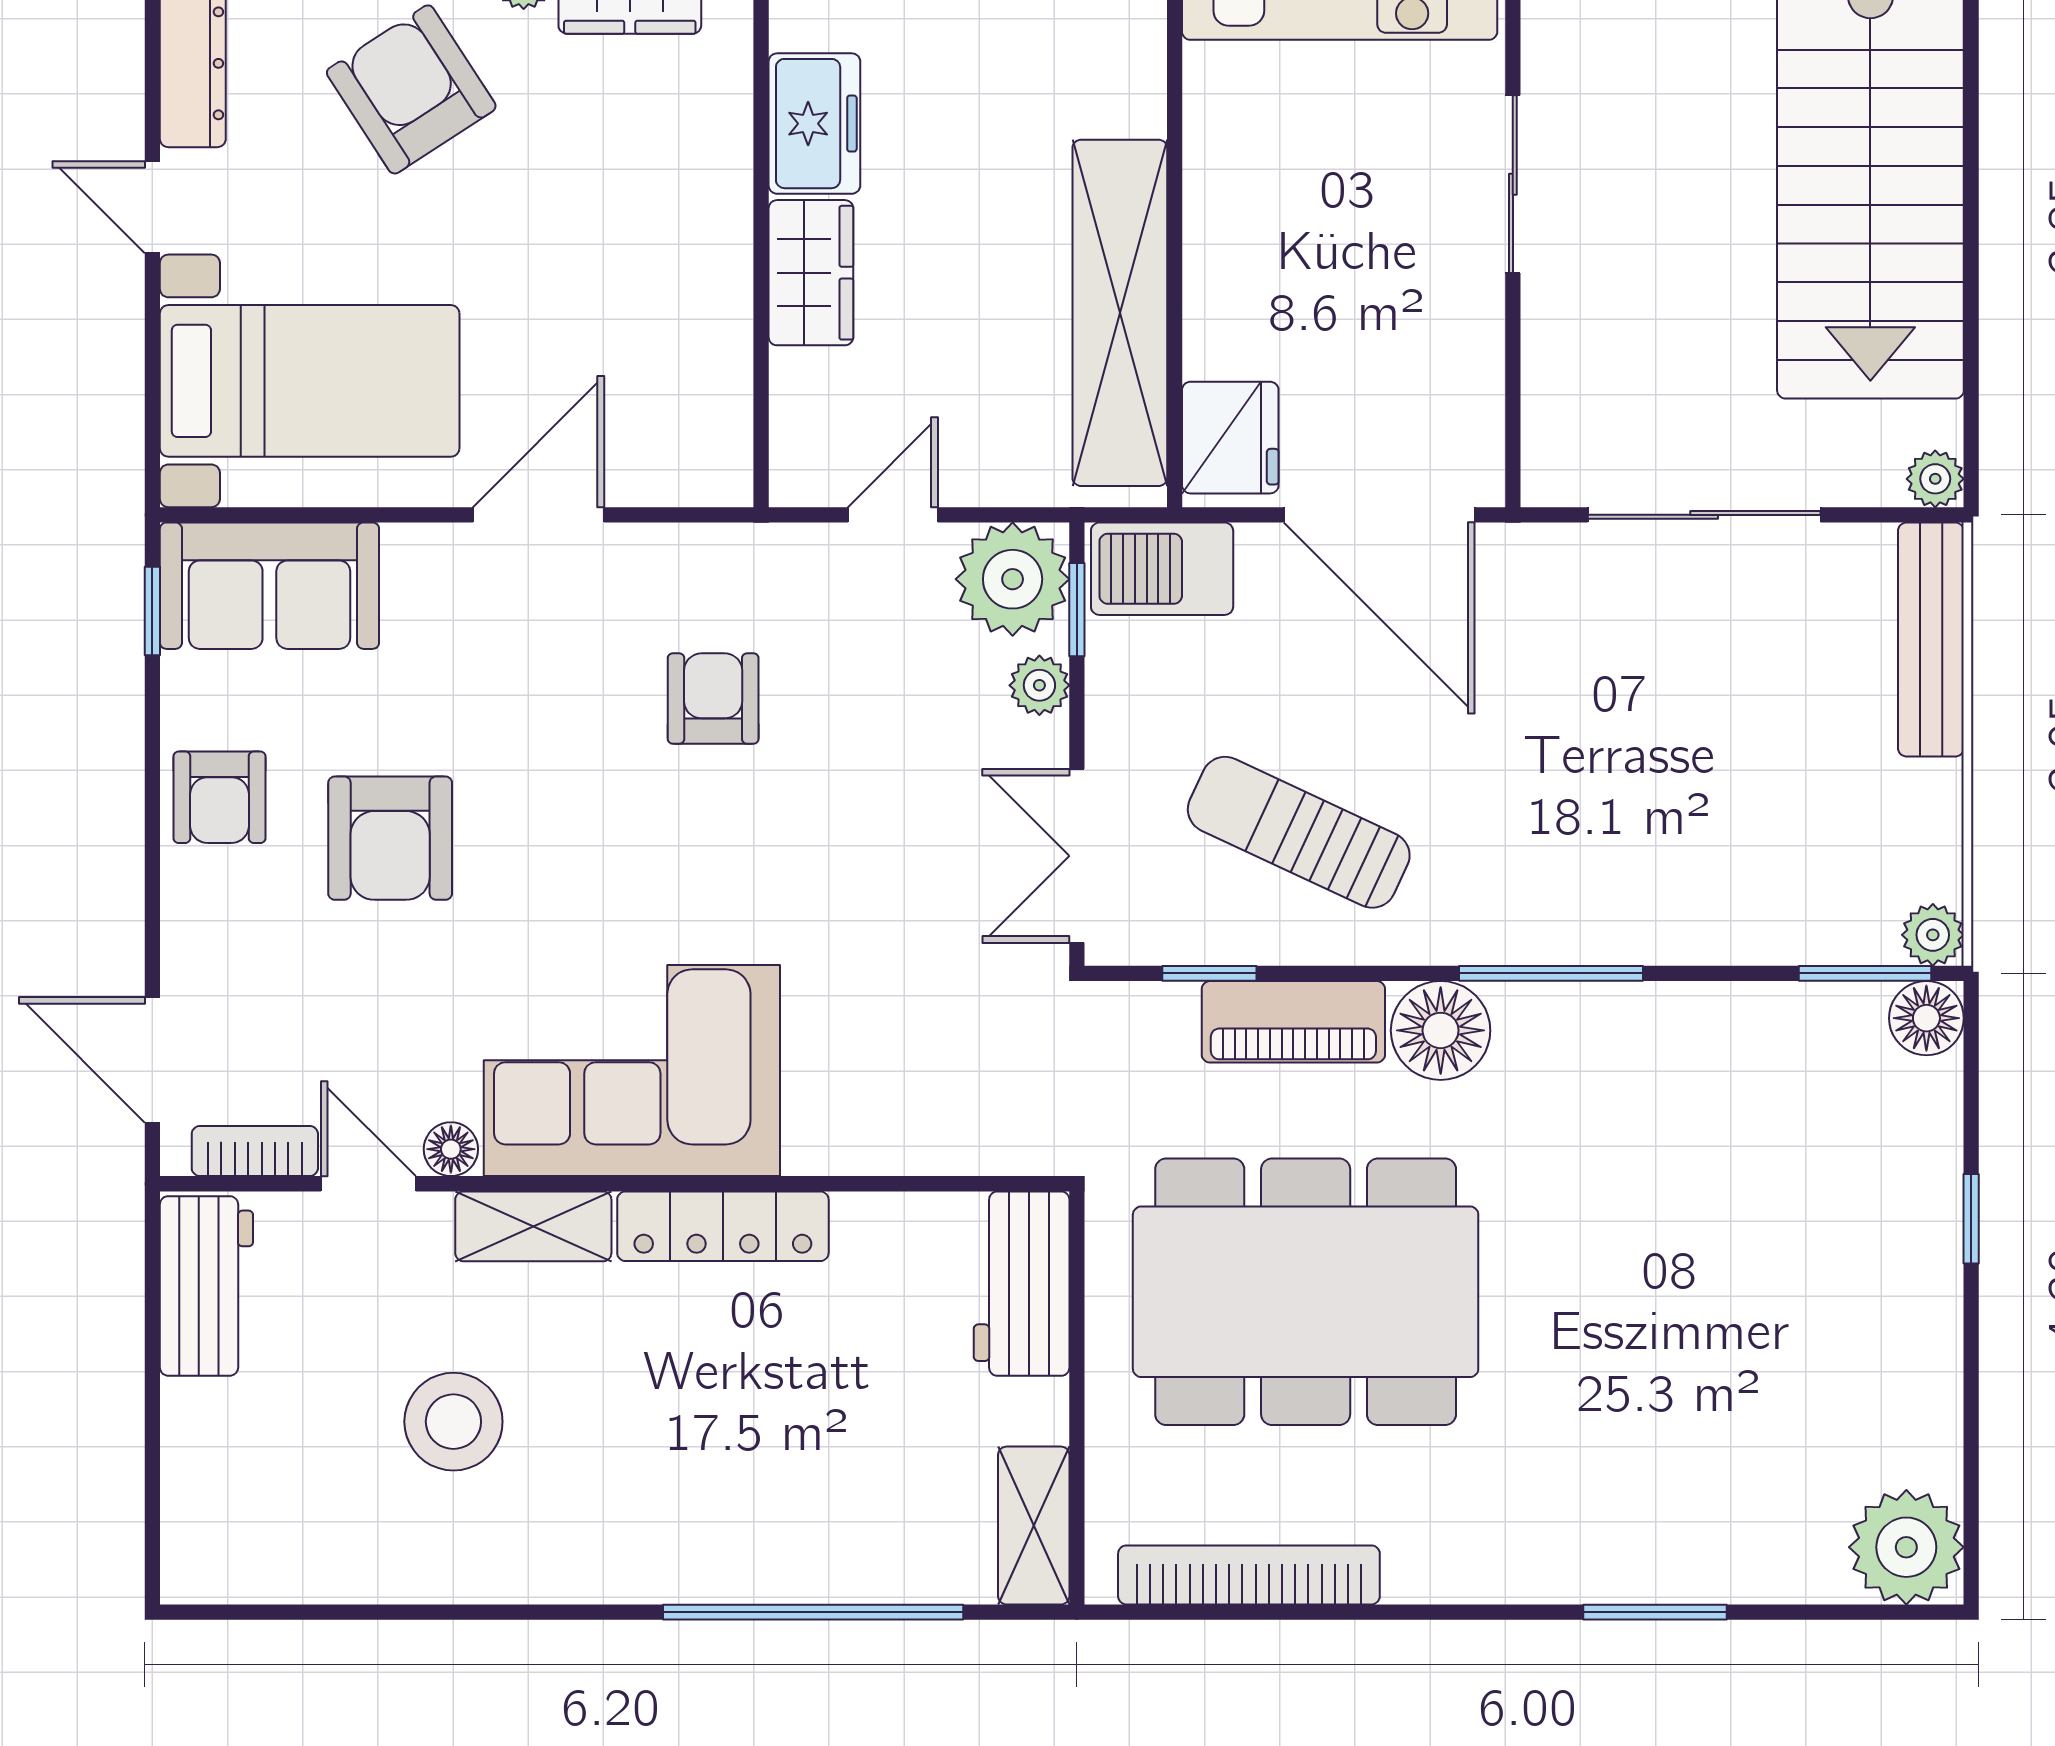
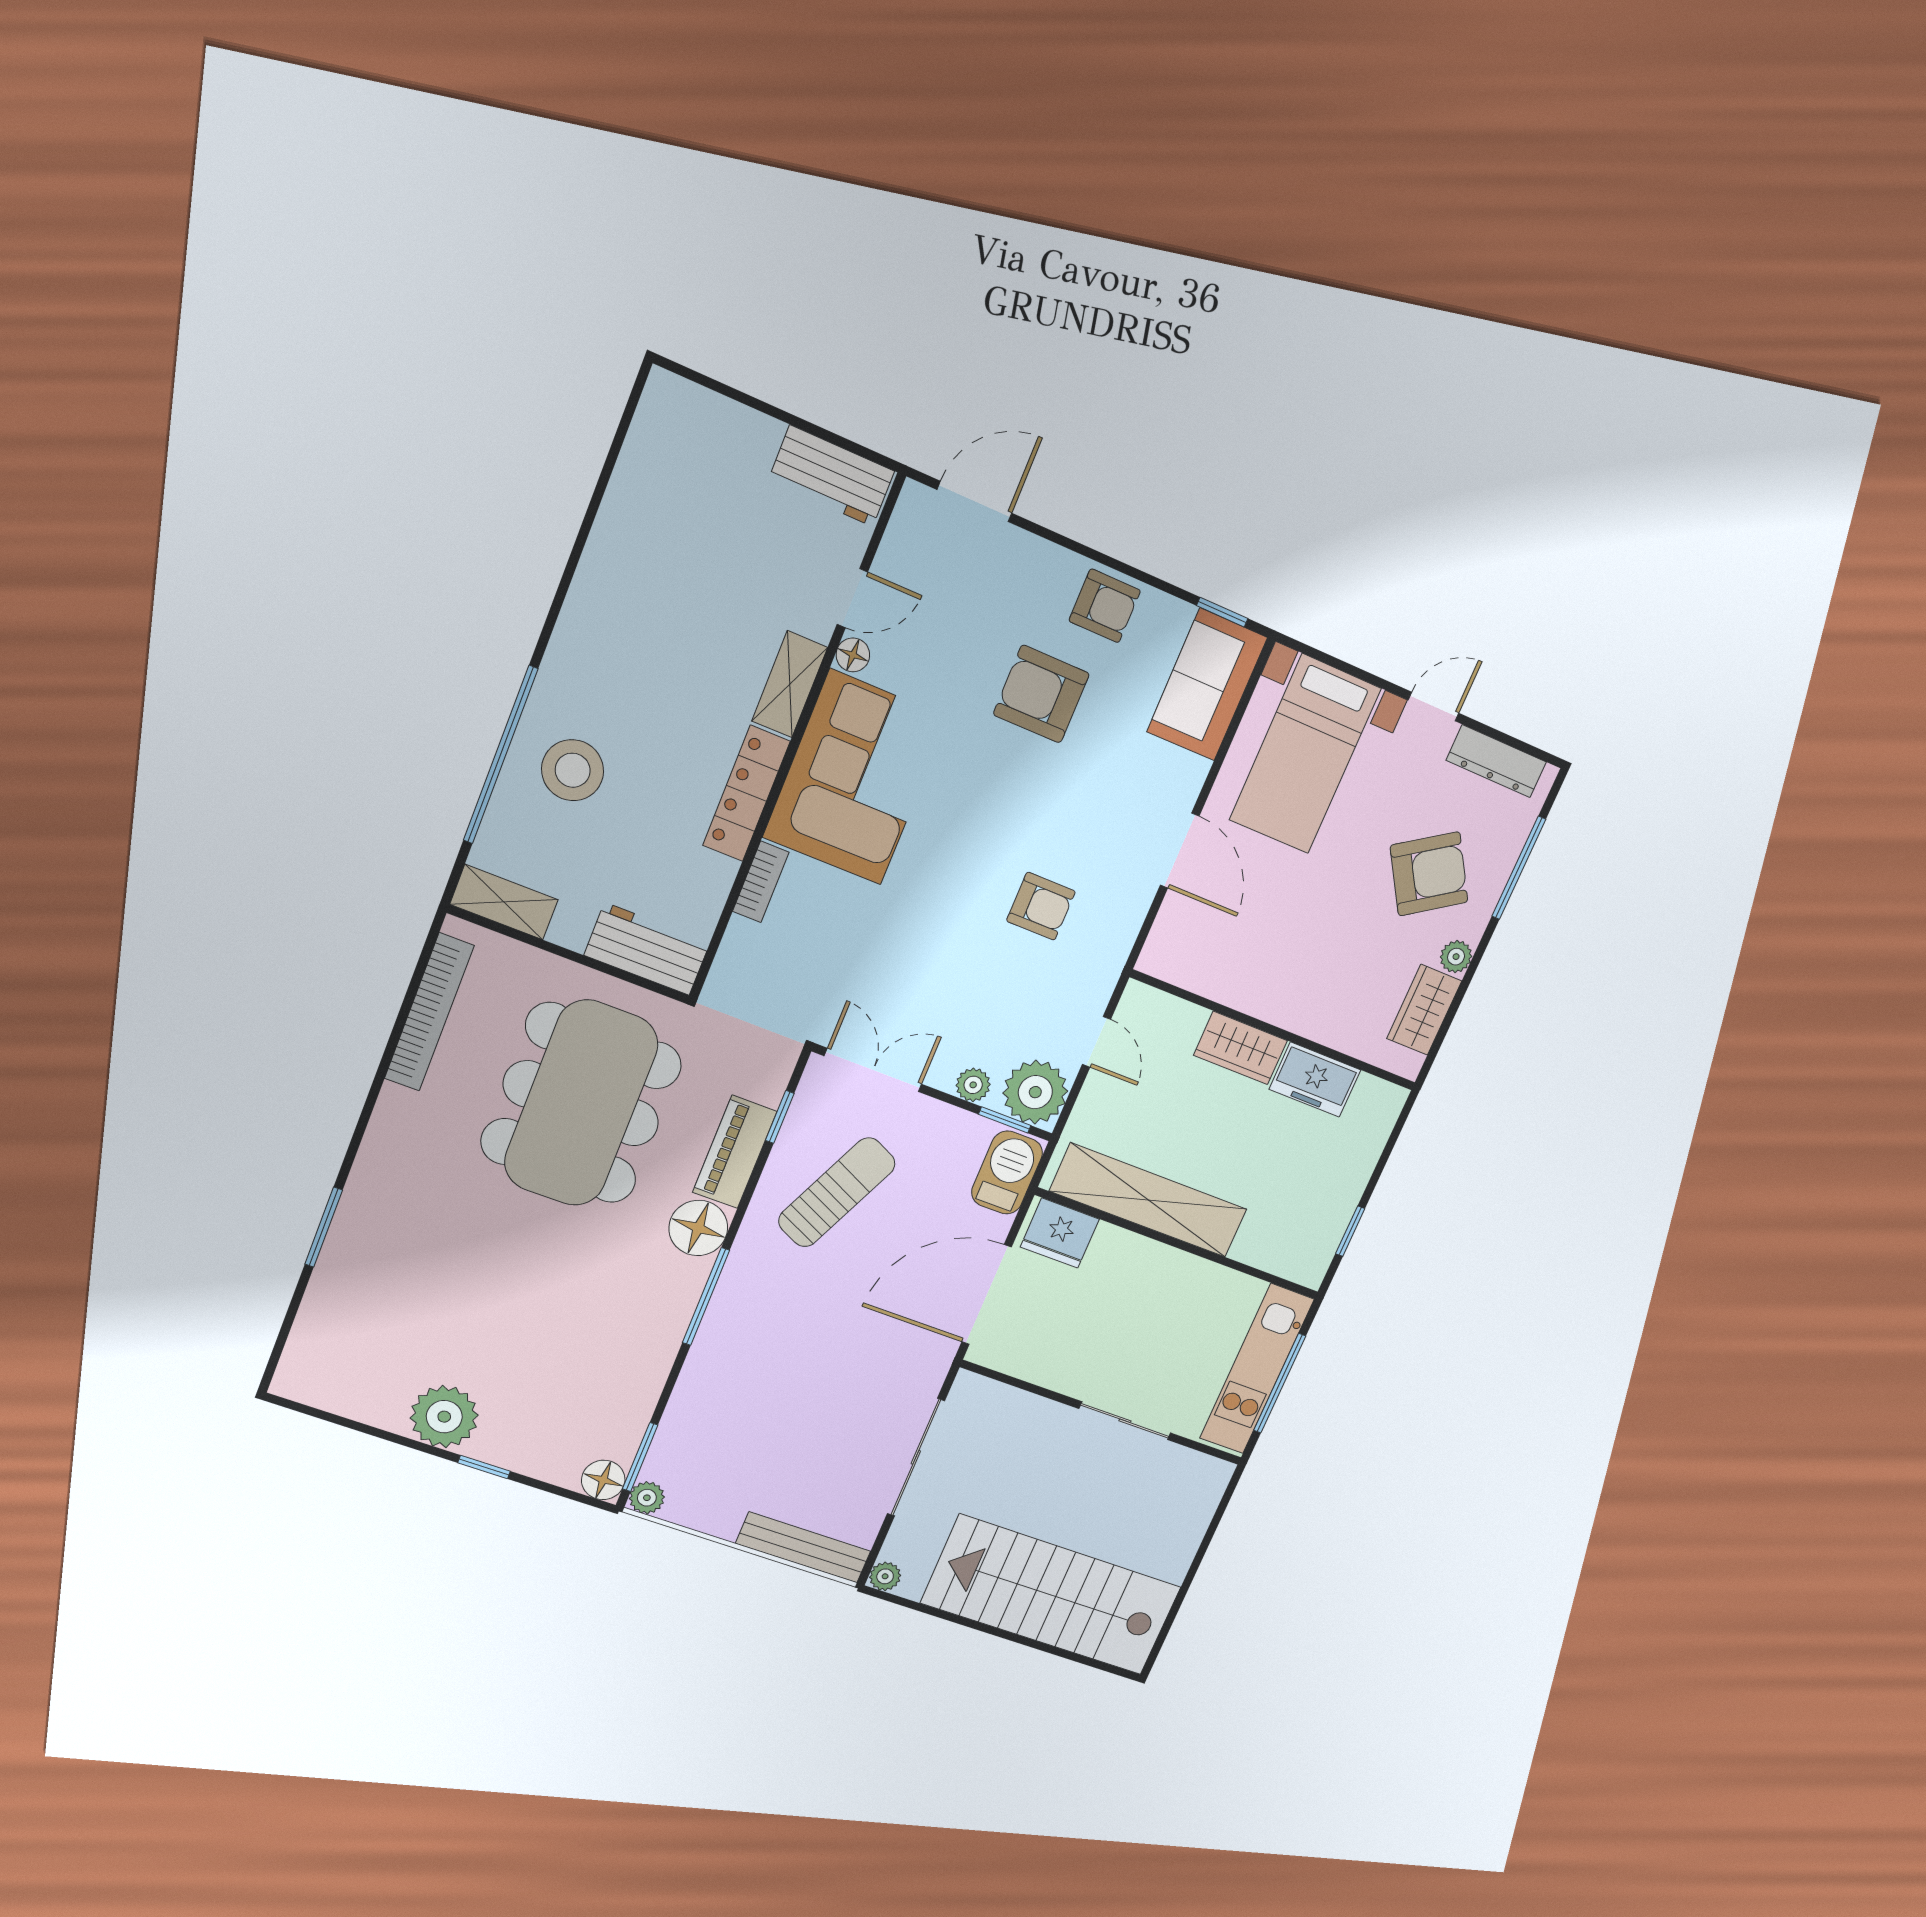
armchair: (219, 797) -> (1105, 606), turned 180
bookcase: (255, 1151) -> (761, 882), moved
stool: (453, 1422) -> (573, 770), moved
plant: (1906, 1547) -> (444, 1417), moved

